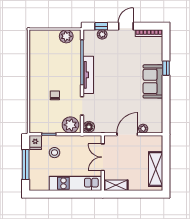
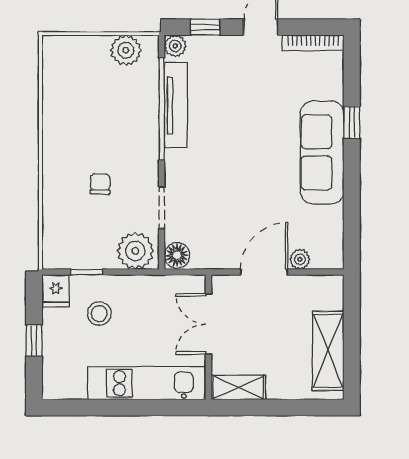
plant: (102, 34) -> (175, 46), moved
tv unit: (88, 75) -> (176, 105), moved
sofa: (153, 81) -> (322, 152), width x1.36
window: (26, 165) -> (34, 341), width x0.46

